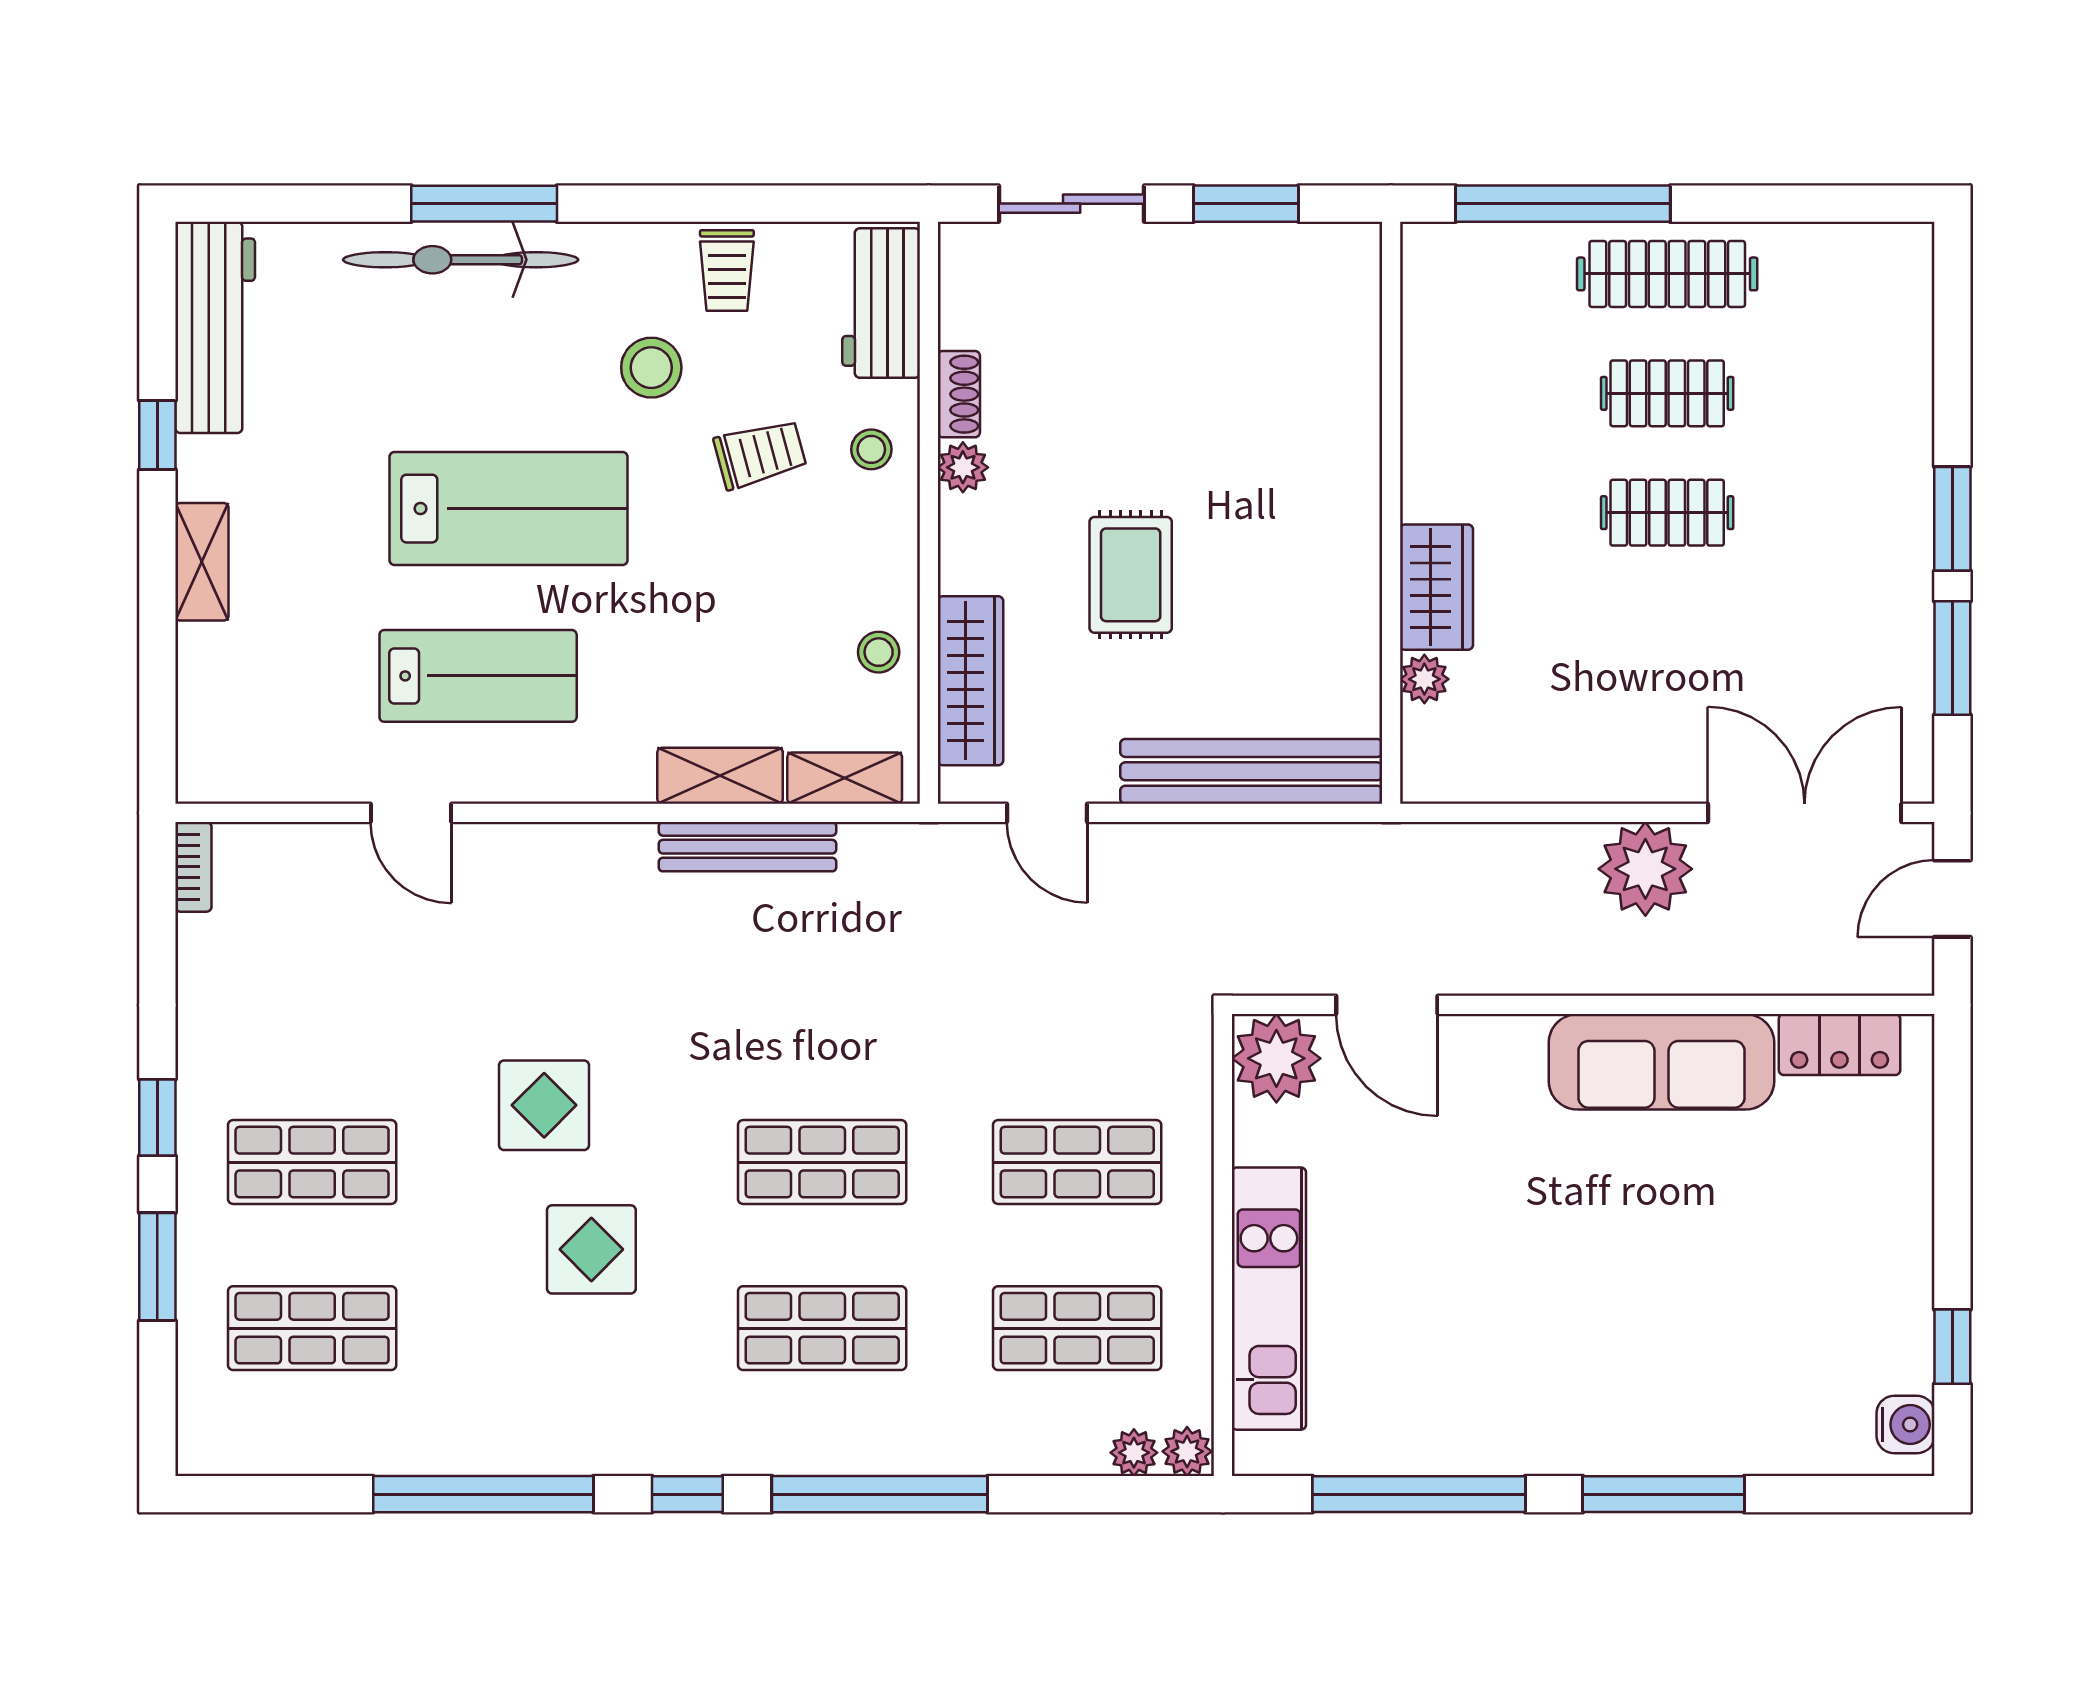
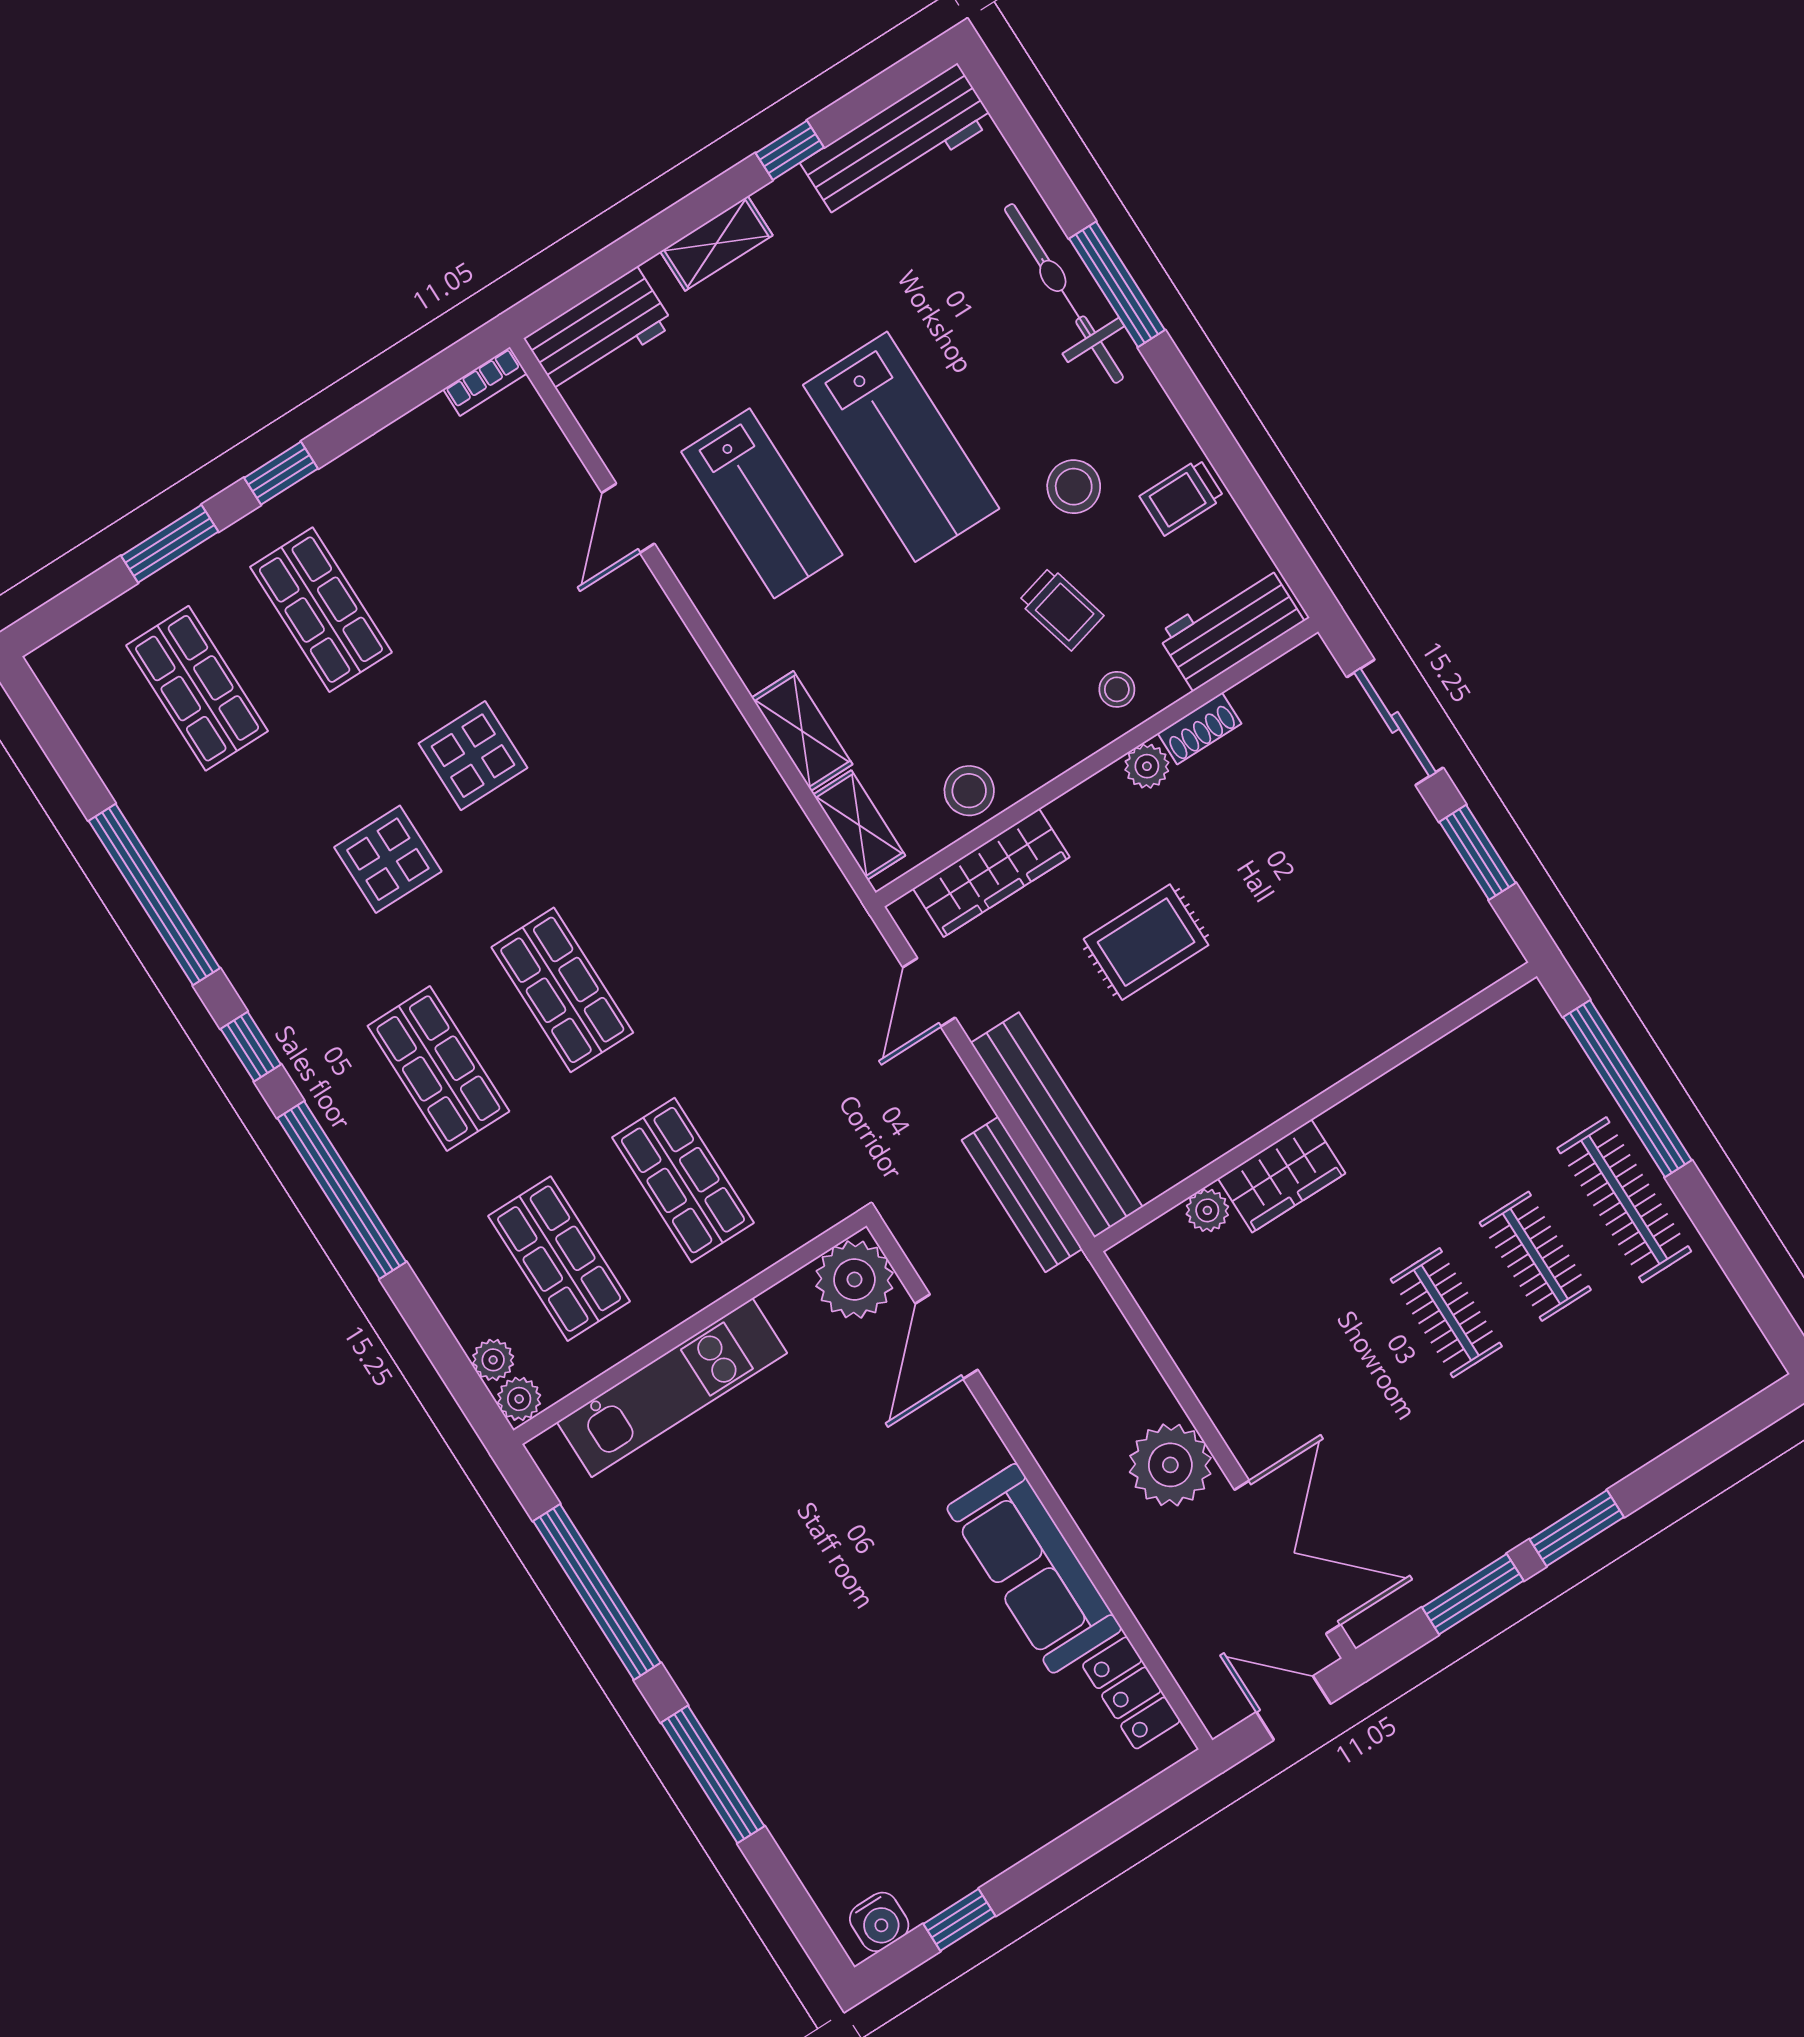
stool: (879, 652) -> (969, 791), width x1.37, depth x1.37
workbench: (215, 728) -> (599, 331), added
bench: (747, 847) -> (1022, 1194), moved

